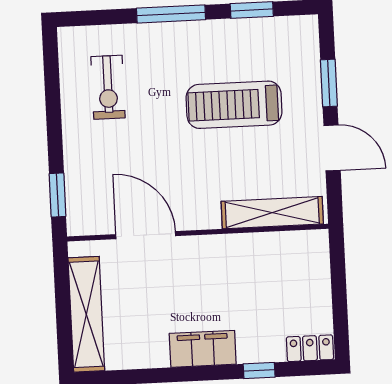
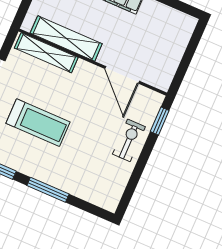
exercise bike: (108, 87) -> (129, 140), moved
shelving: (86, 314) -> (66, 38), moved, turned 90

